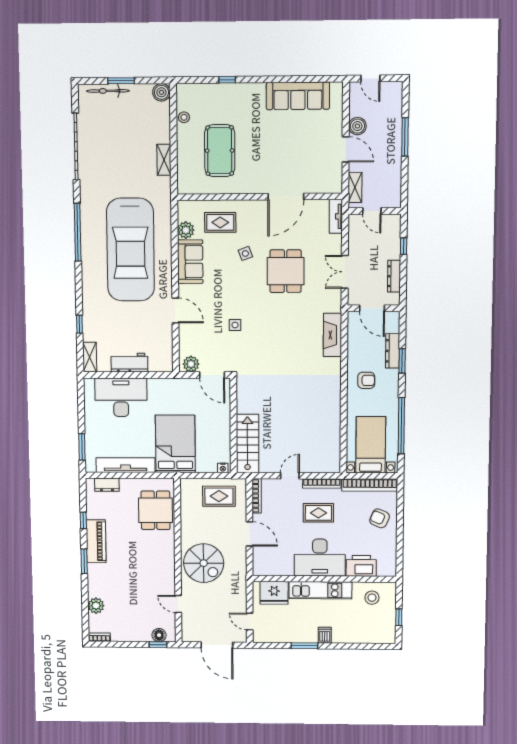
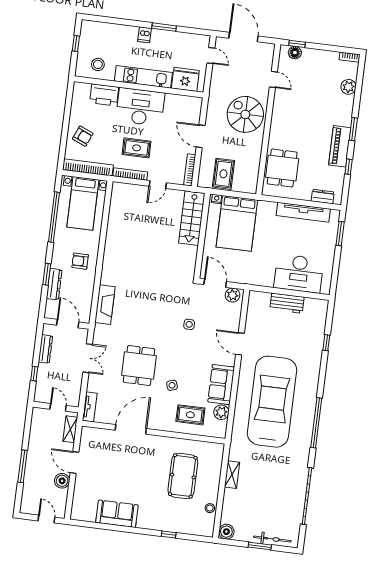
sofa: (298, 96) -> (117, 514), width x0.73
shelving: (90, 357) -> (321, 312), removed
bed: (175, 444) -> (237, 223), moved
rug: (219, 496) -> (223, 174), turned 90

